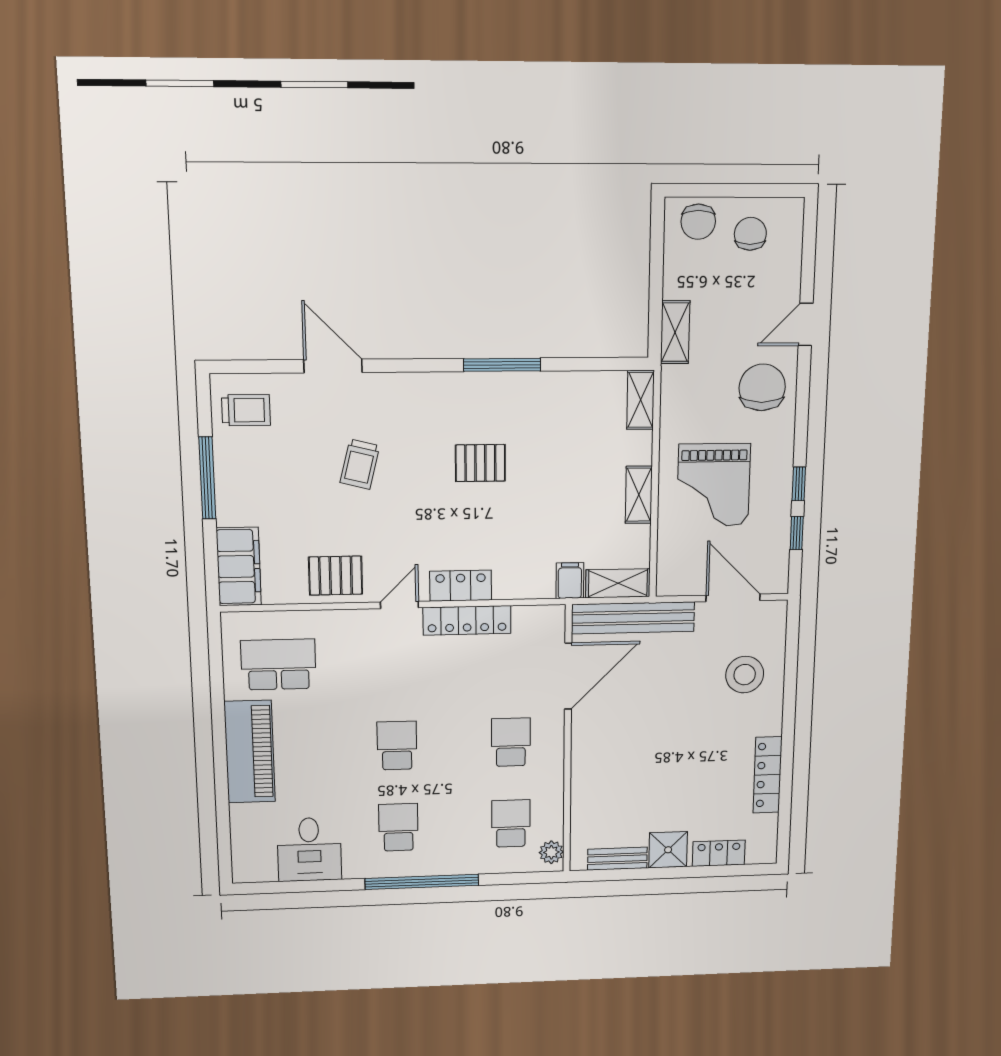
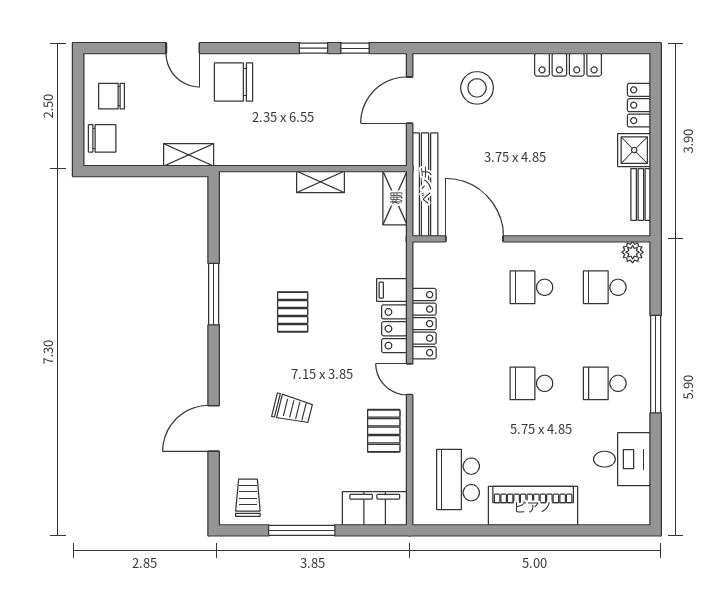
shelving: (640, 400) -> (243, 182), removed
grand piano: (714, 485) -> (314, 120), removed
filing cabinet: (570, 581) -> (392, 290), moved

